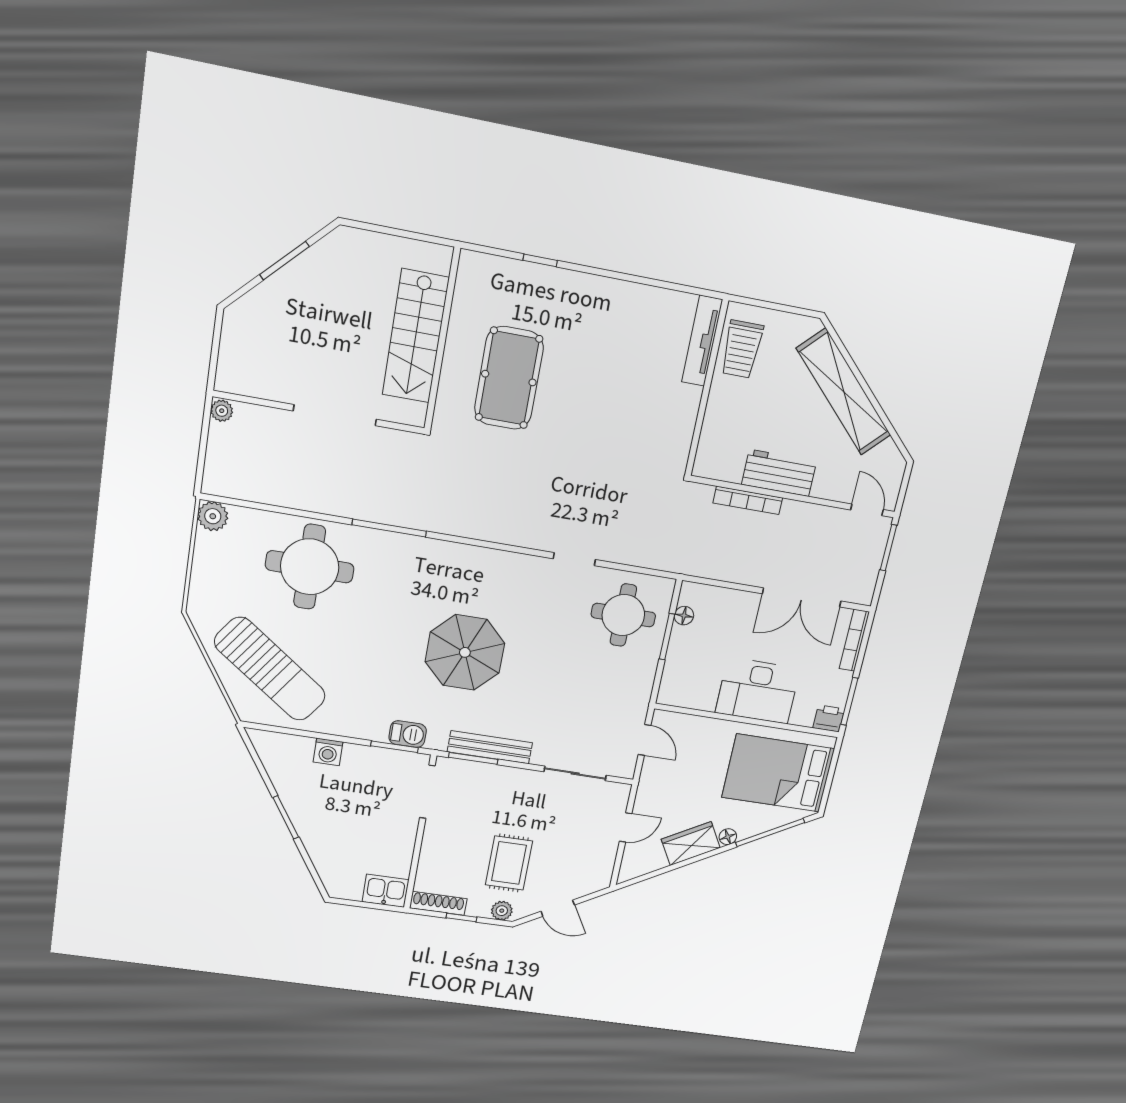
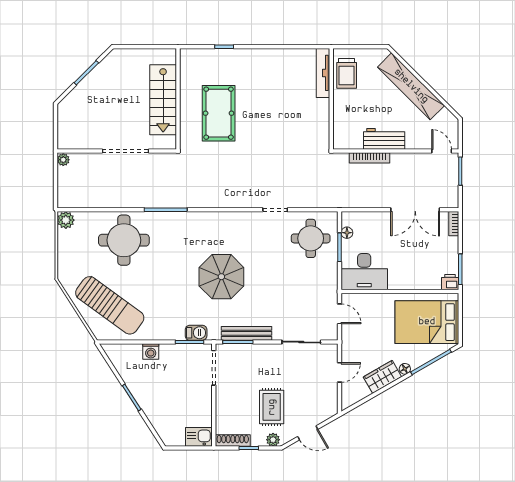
bookcase: (854, 640) -> (454, 224), width x0.64
desk: (758, 691) -> (364, 272), moved

